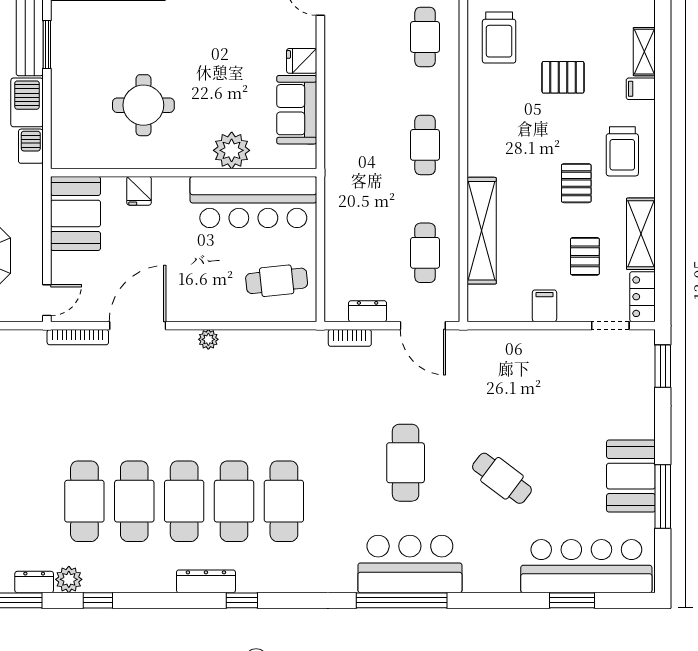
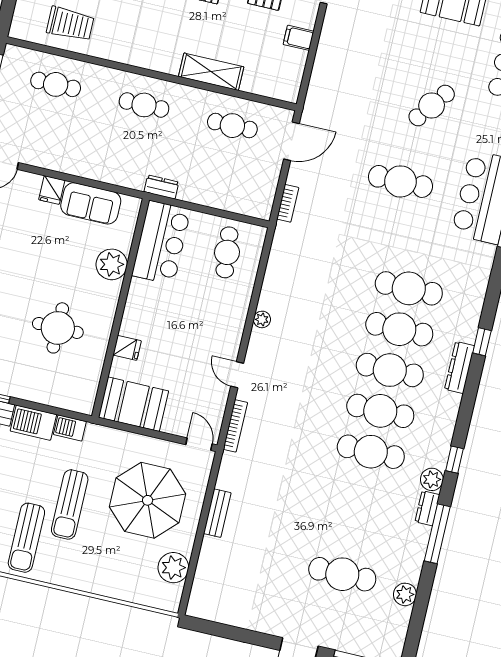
bar counter: (253, 202) -> (161, 243), width x0.73
shelving: (482, 231) -> (211, 72), width x0.68
dresser: (368, 311) -> (161, 187), moved, turned 90
door: (138, 326) -> (237, 375), width x0.53

